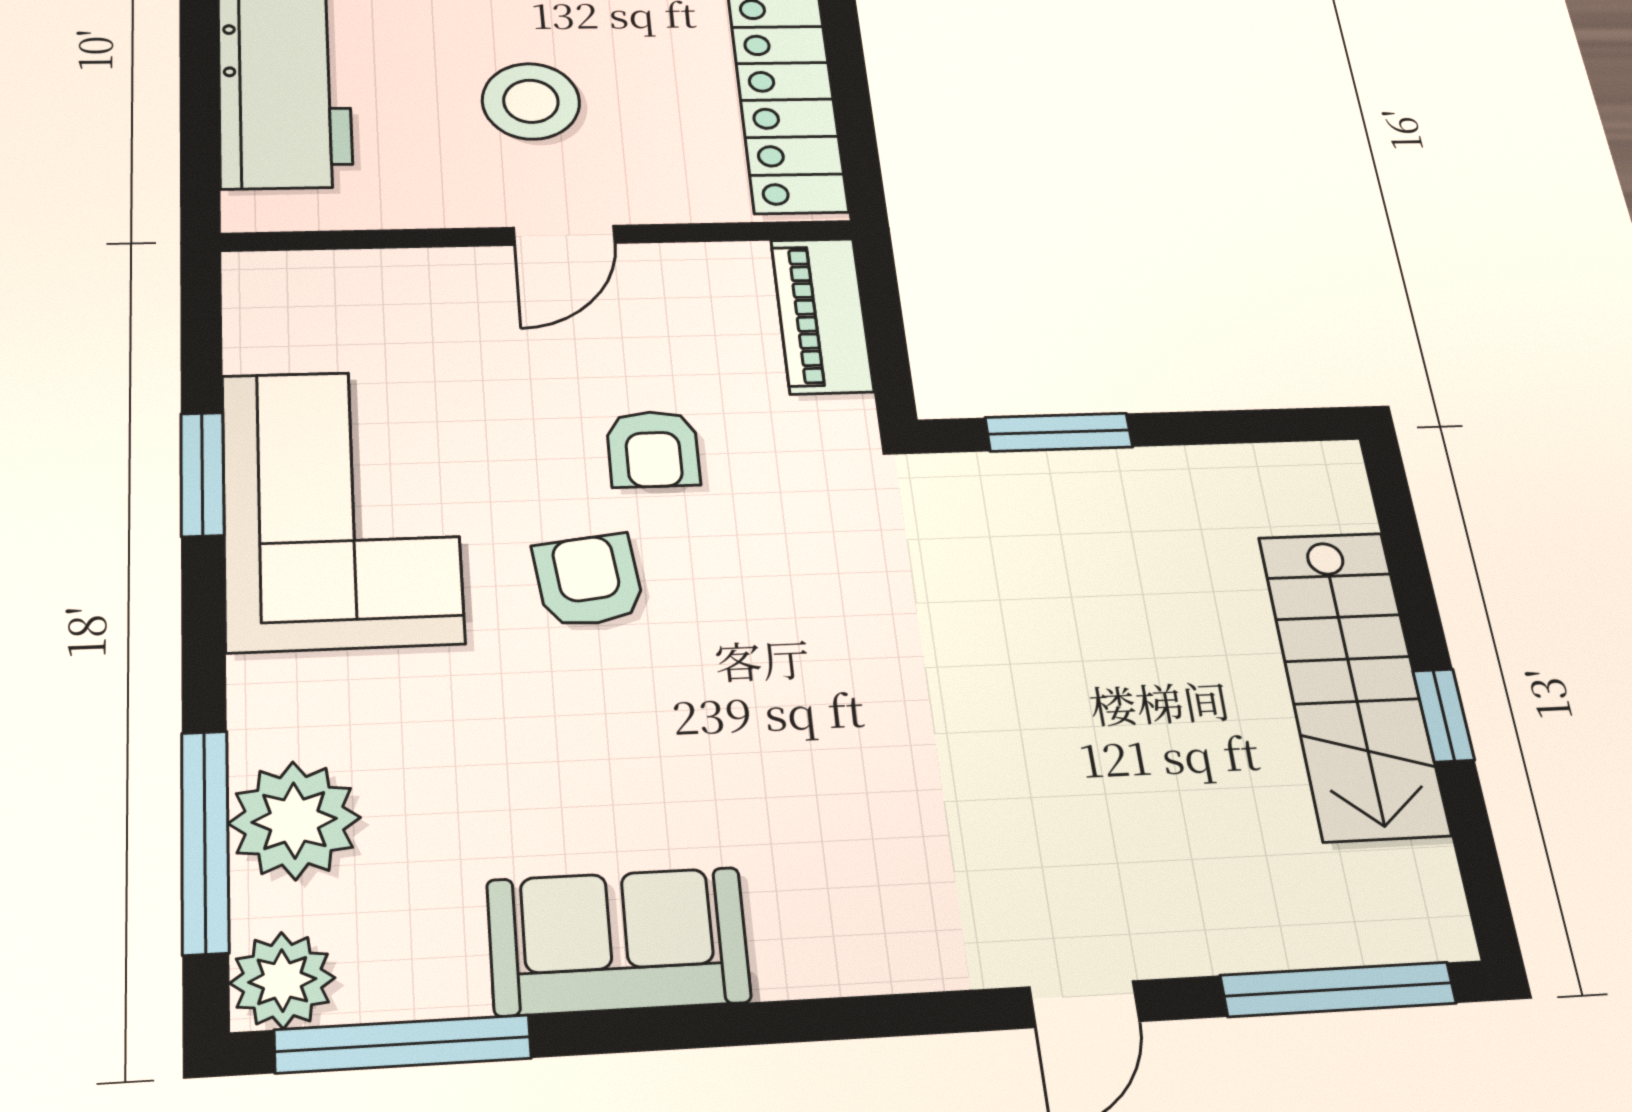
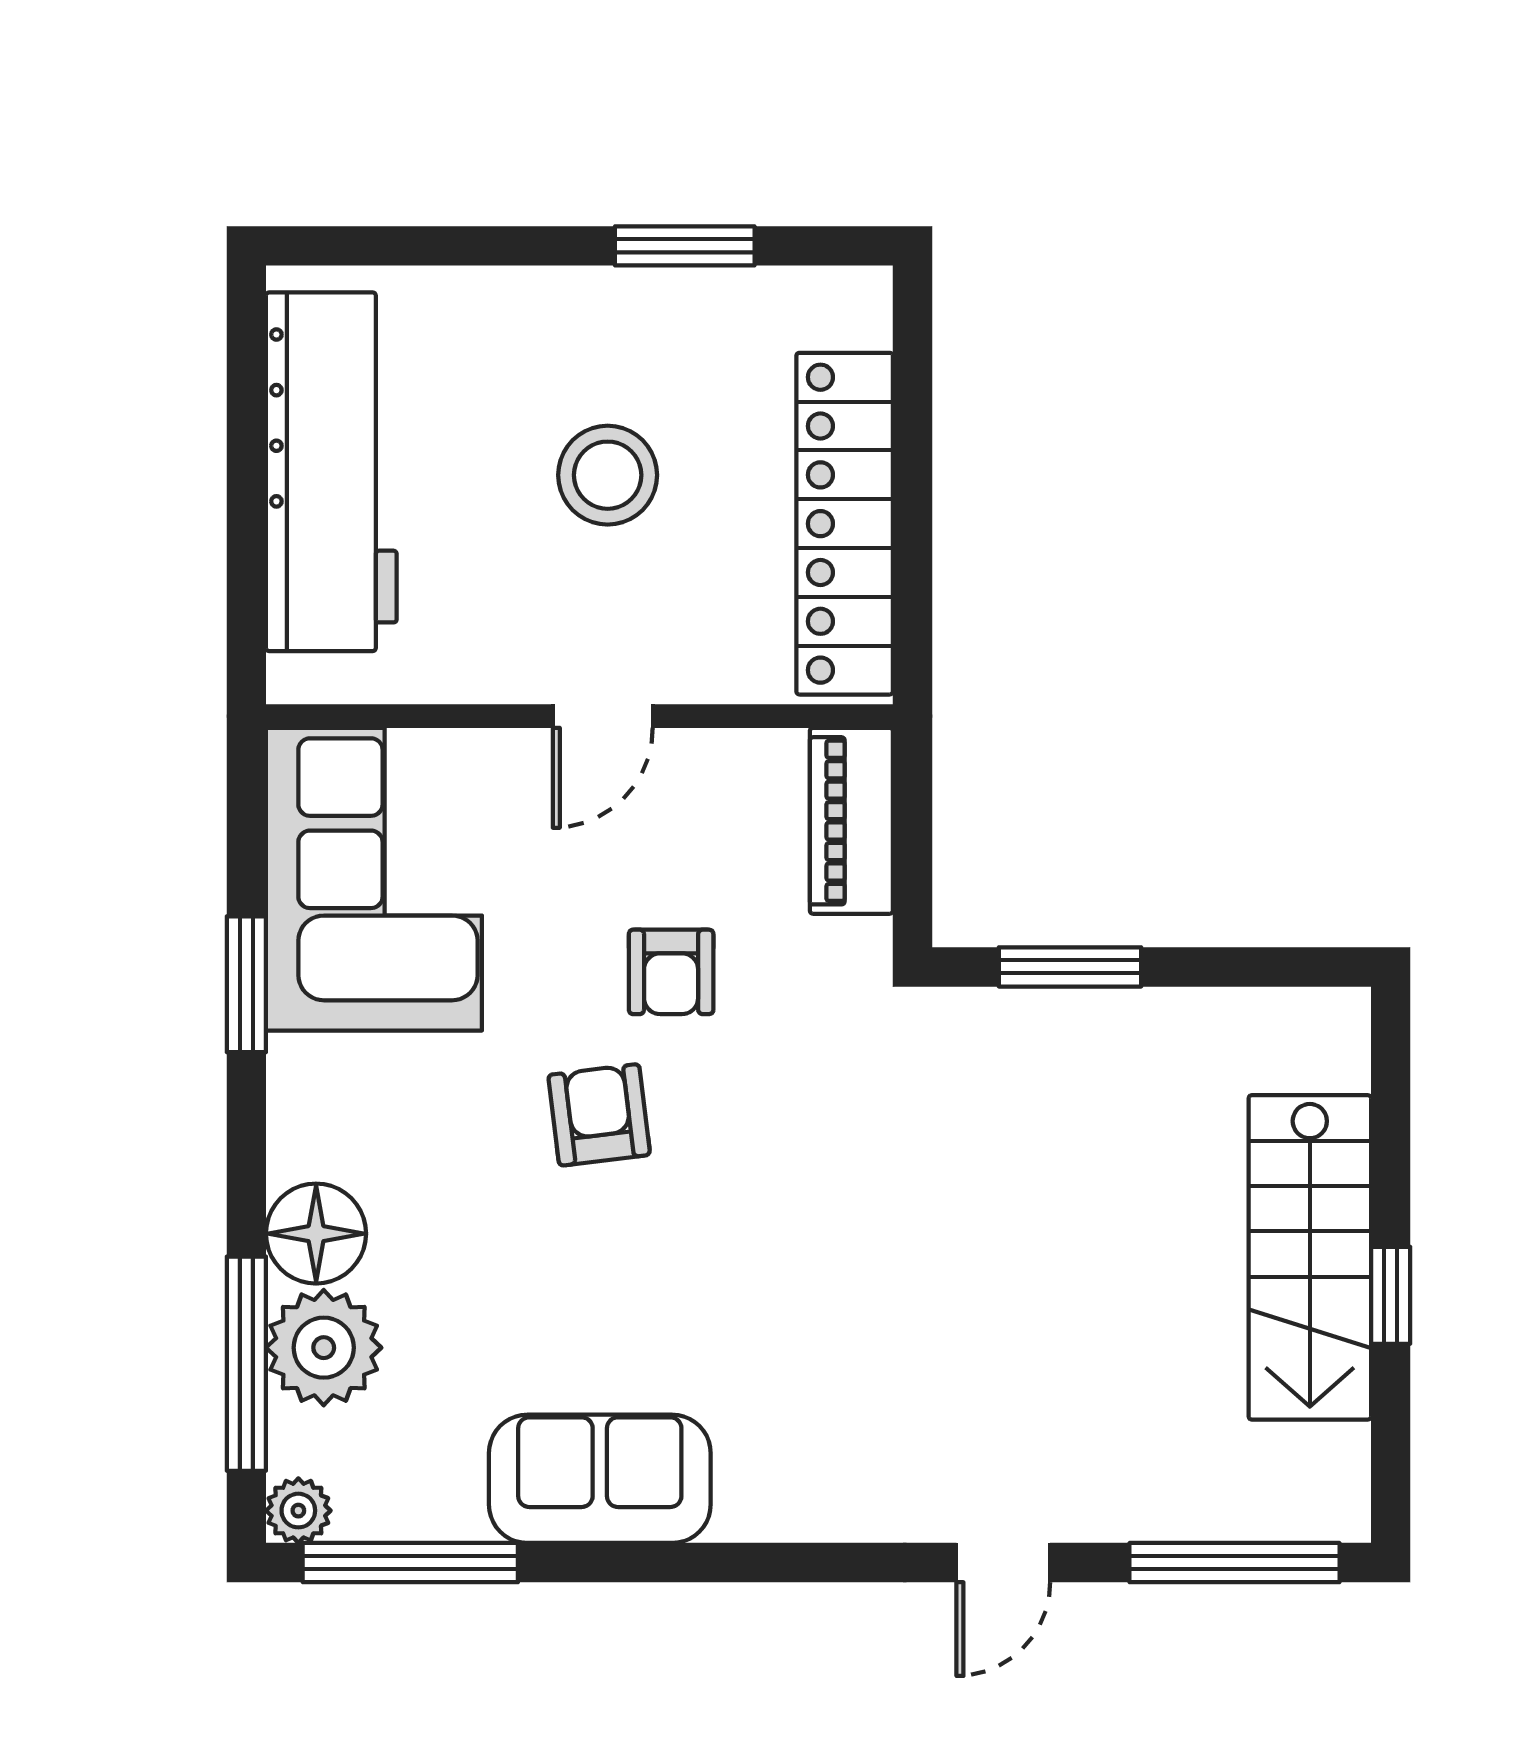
stool: (531, 101) -> (608, 475), moved
corner sofa: (341, 507) -> (374, 879), moved
floor lamp: (283, 706) -> (316, 1234), added
plant: (282, 980) -> (298, 1511), width x0.73, depth x0.73

